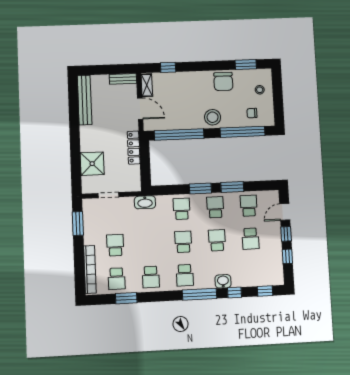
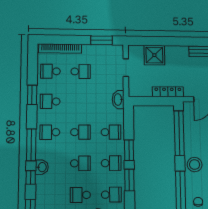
window: (126, 298) -> (32, 95), moved

